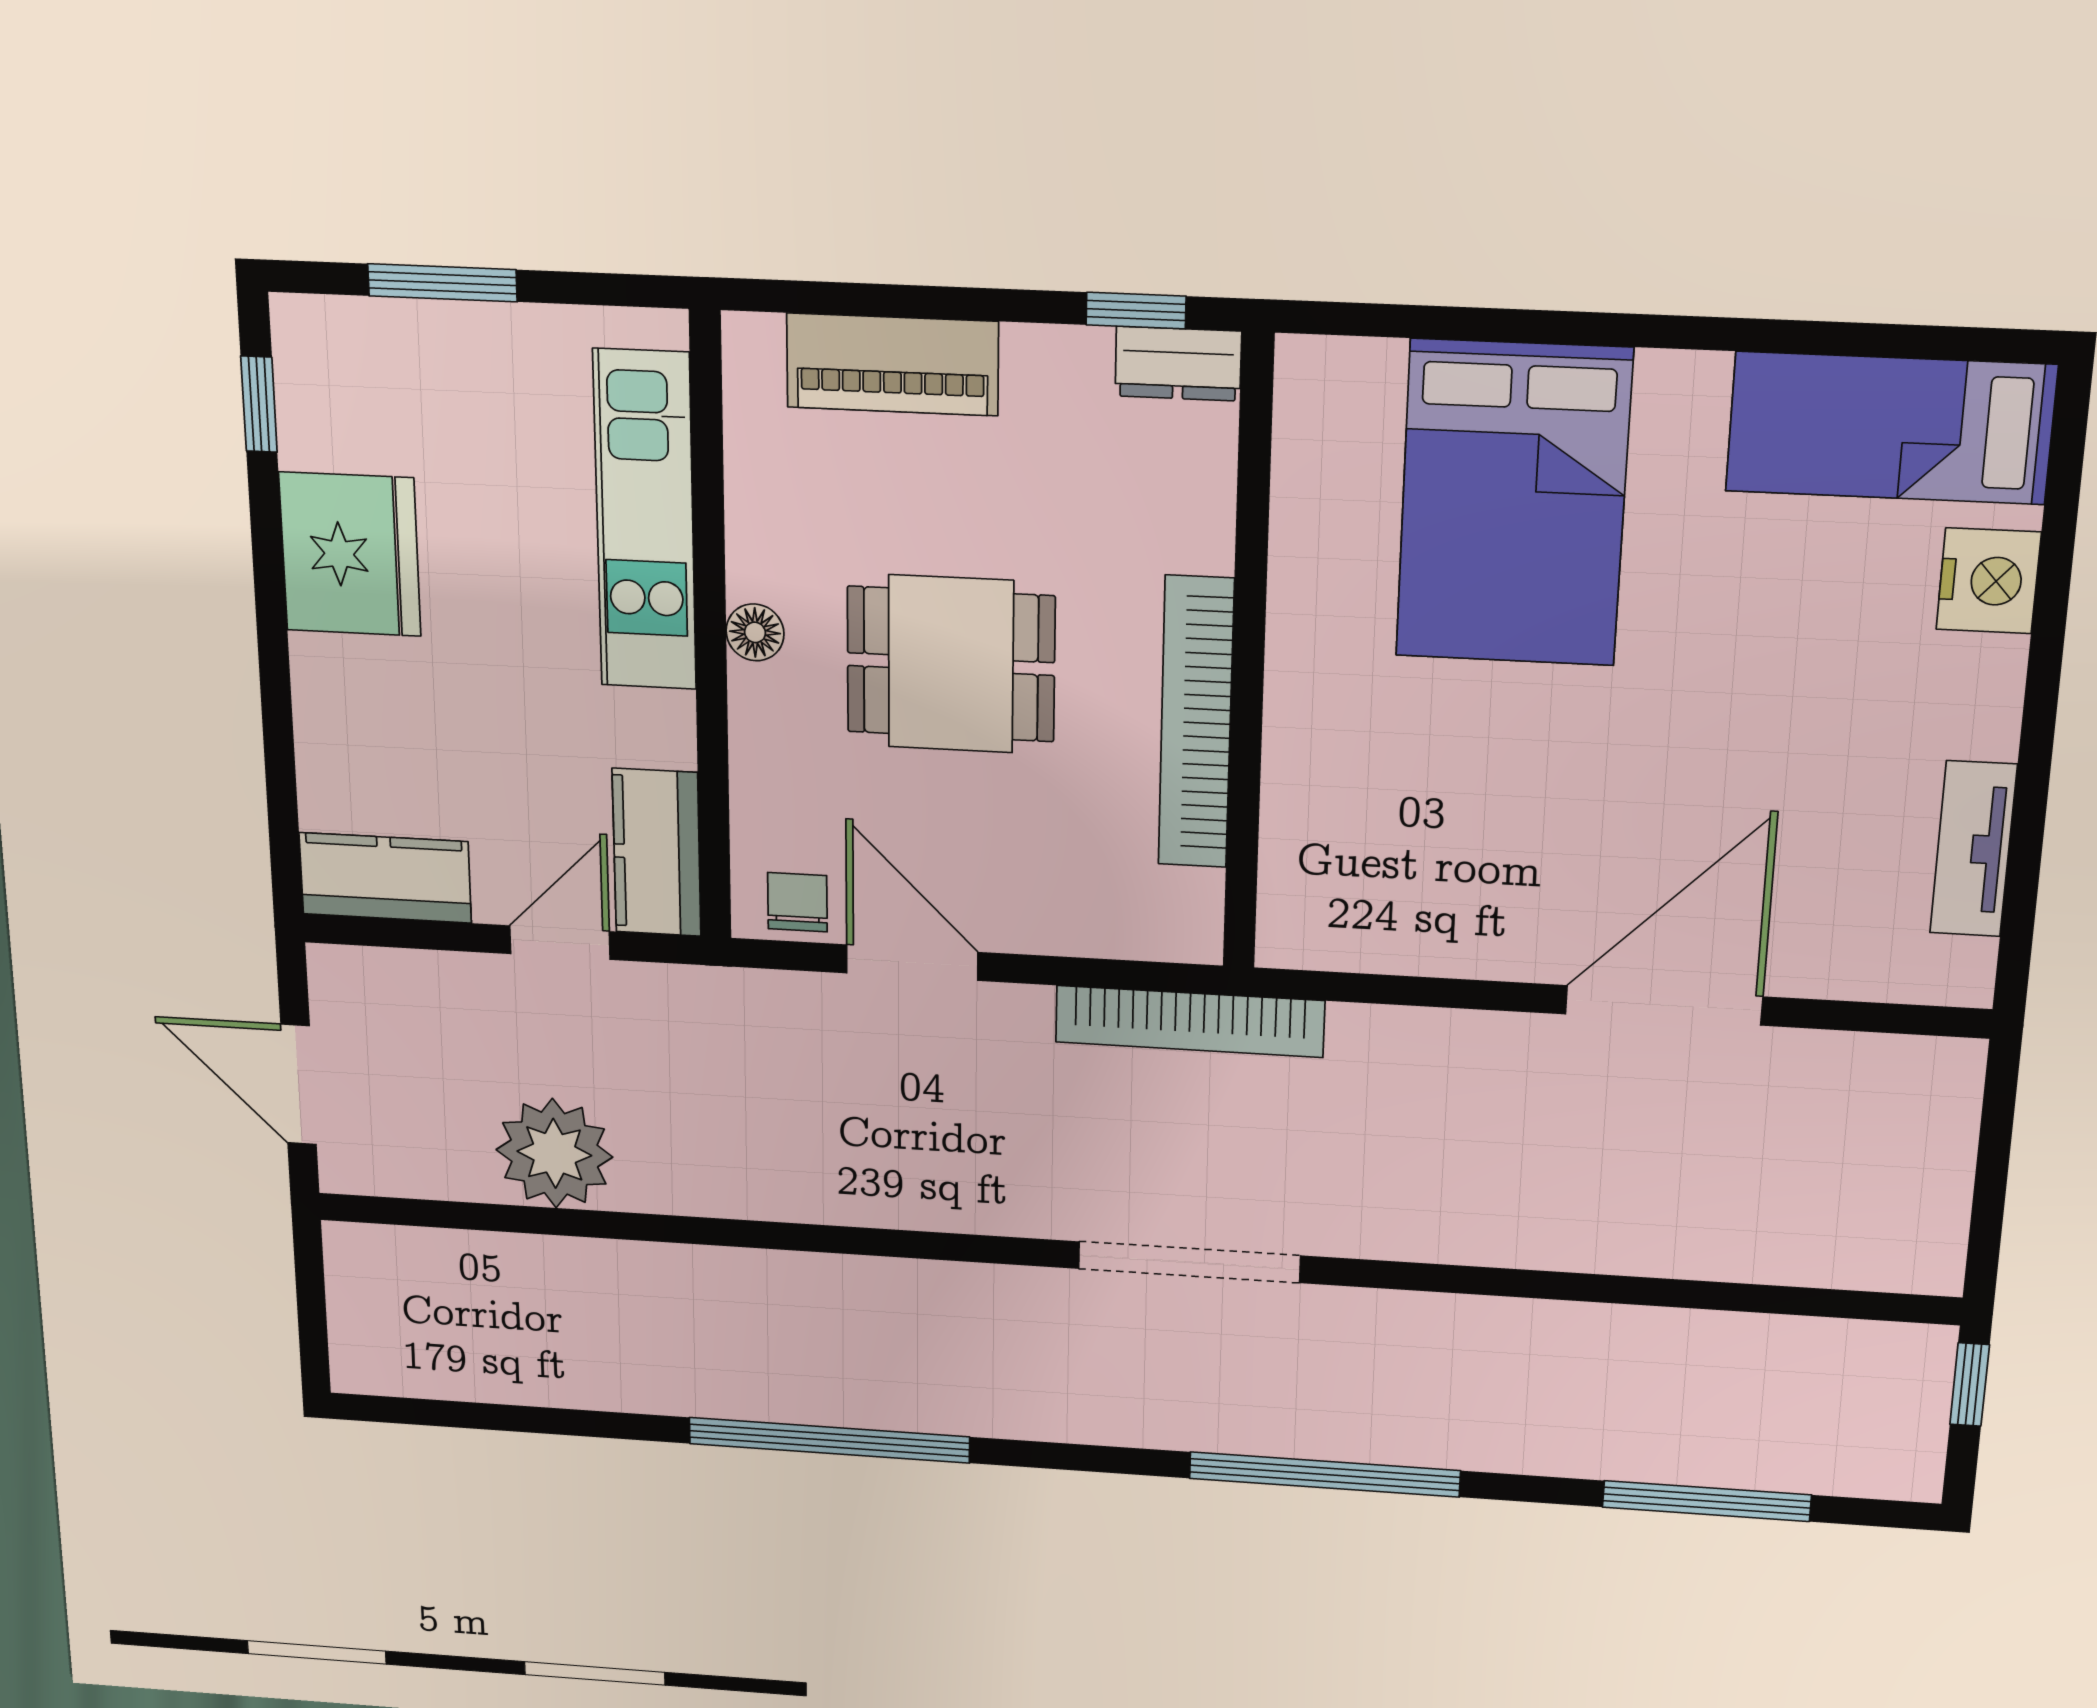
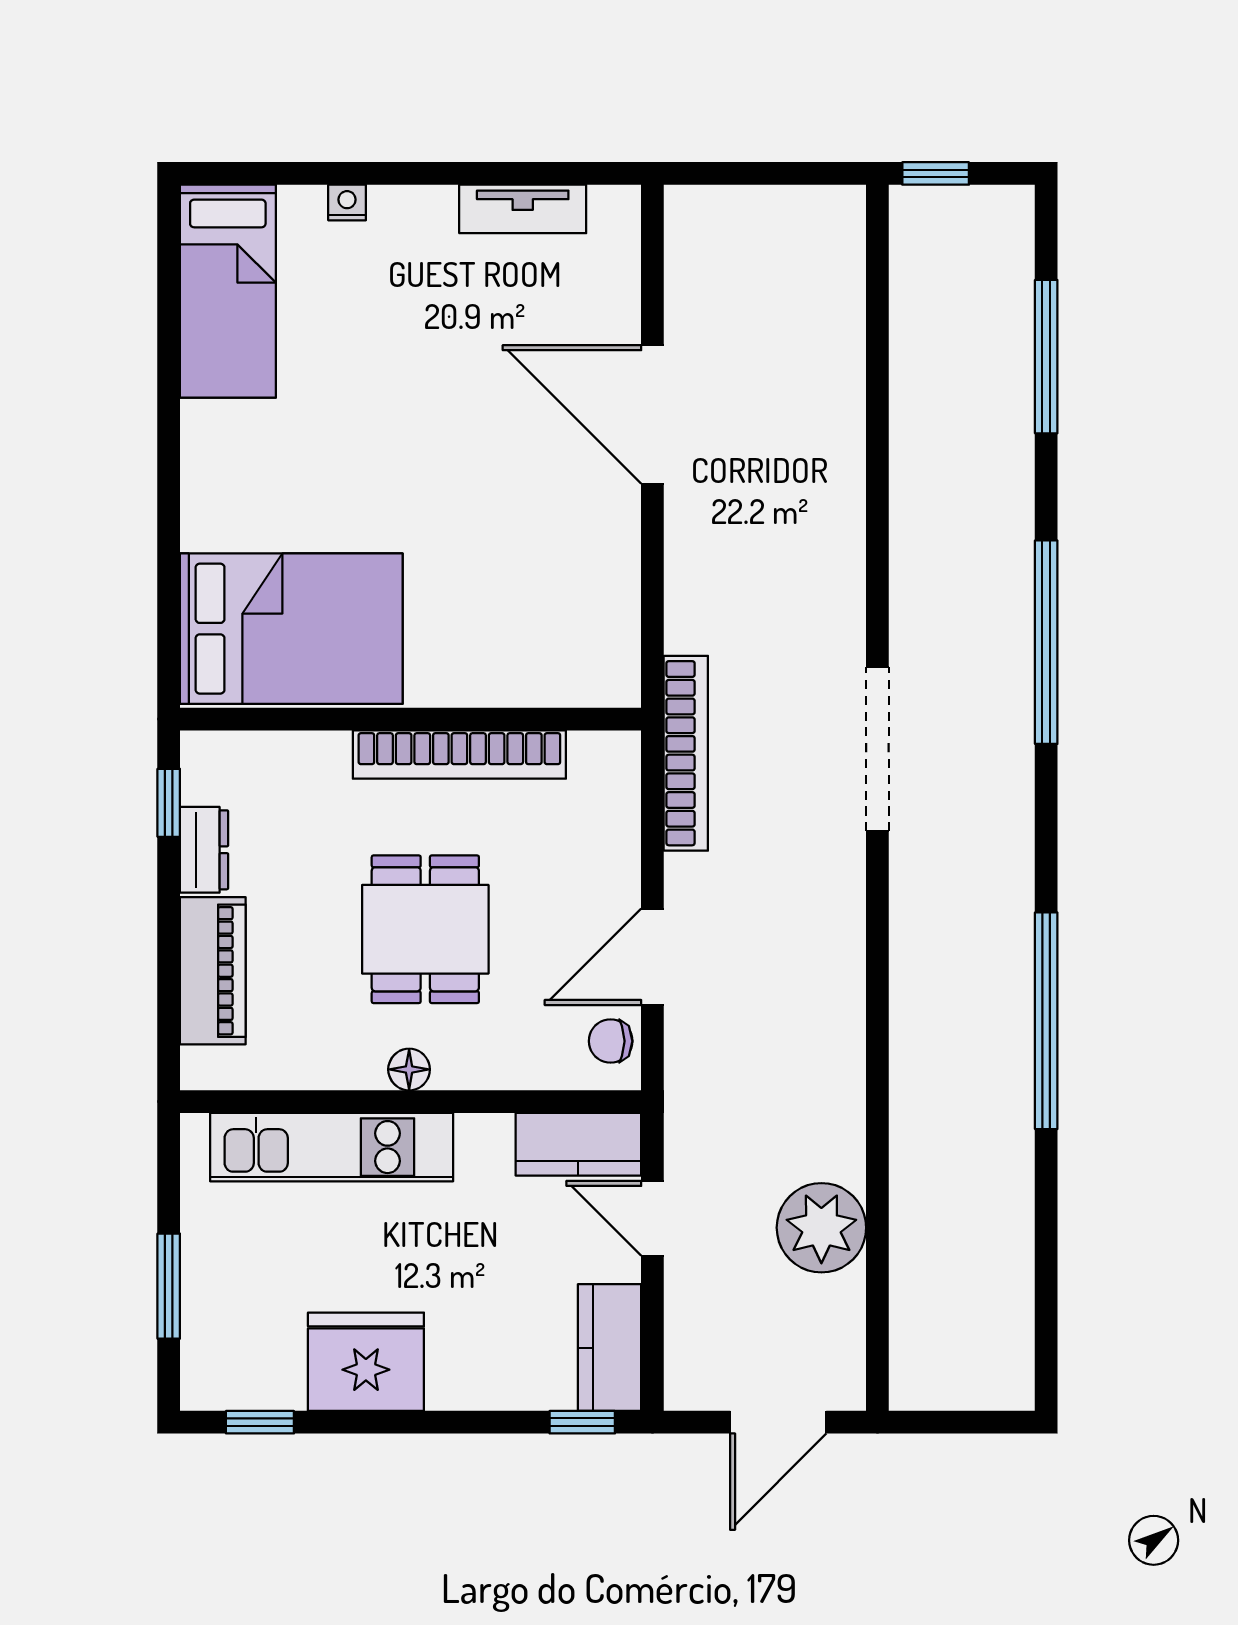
dresser: (1178, 364) -> (204, 850), moved
bed: (1513, 504) -> (291, 629), moved
nightstand: (1988, 581) -> (347, 202), width x0.53, depth x0.56
window: (284, 837) -> (582, 1422), added

